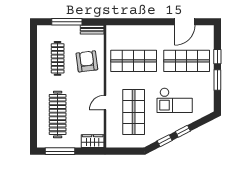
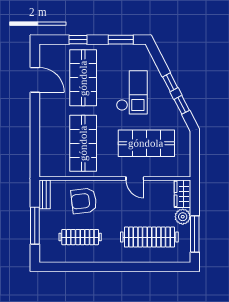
window: (217, 80) -> (121, 40), moved
plant: (74, 141) -> (183, 217), added

